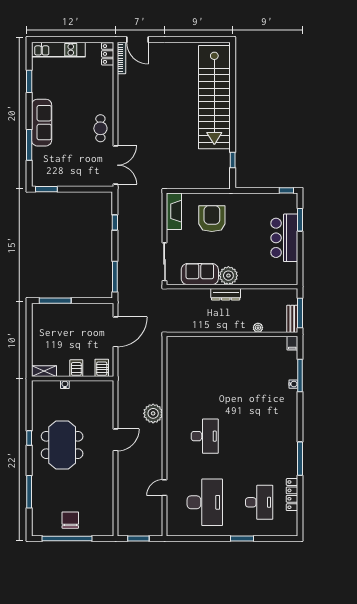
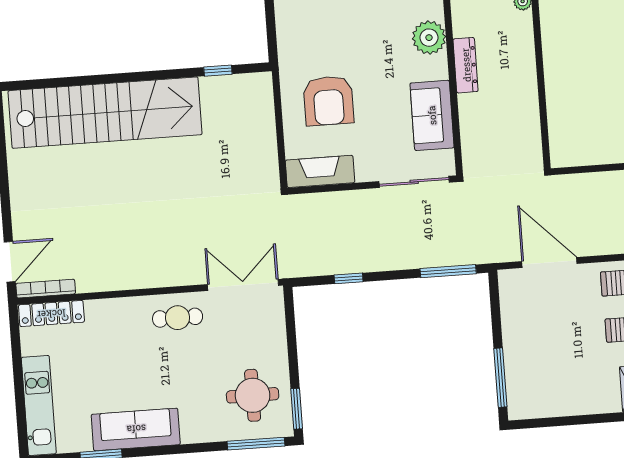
locker: (108, 54) -> (51, 314), width x1.53
sofa: (42, 123) -> (136, 429), moved
window: (29, 145) -> (256, 444), moved
round table: (55, 166) -> (253, 395), added
armchair: (212, 219) -> (329, 101), turned -90
plant: (228, 276) -> (429, 38), moved

